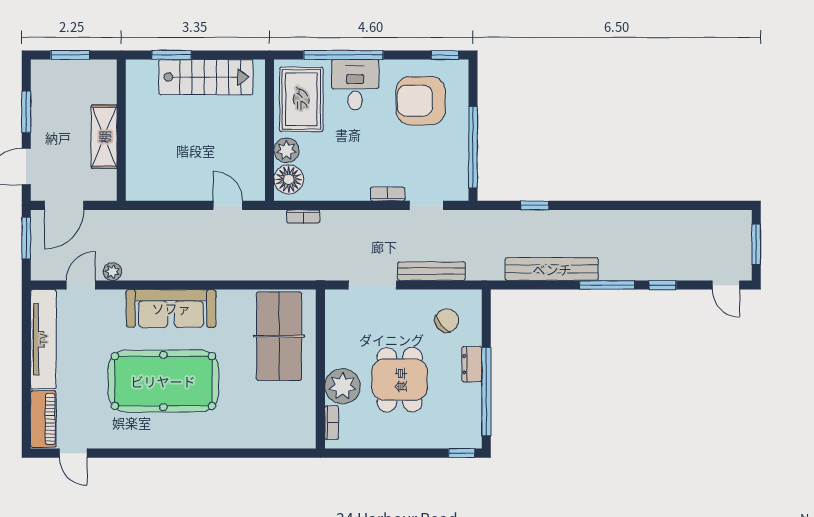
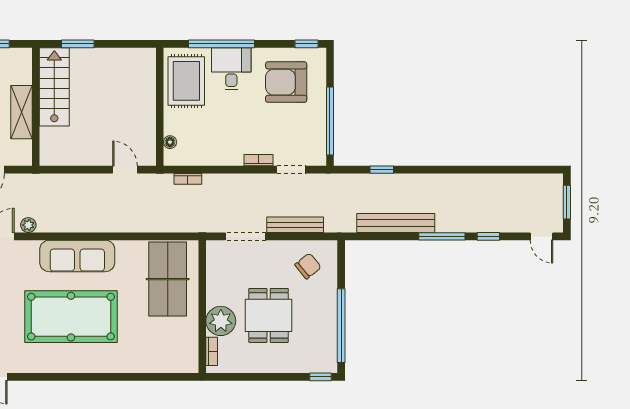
stairs: (206, 77) -> (54, 87), moved, turned -90
plant: (286, 150) -> (174, 124), removed
floor lamp: (289, 179) -> (170, 142), width x0.53, depth x0.53
dresser: (472, 364) -> (329, 302), removed

